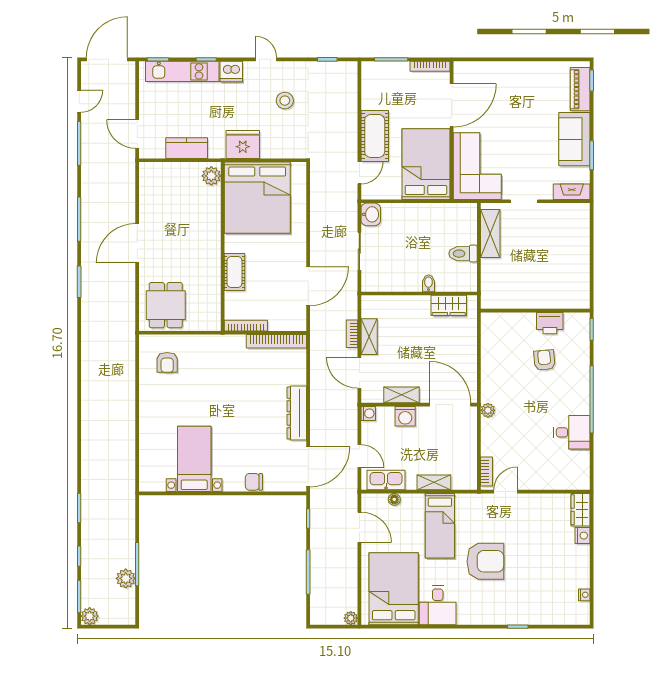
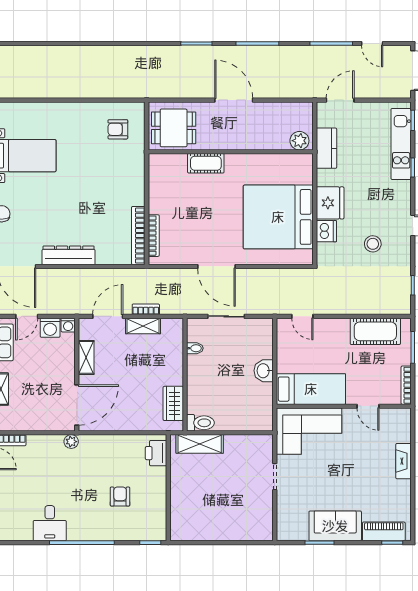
dishwasher: (231, 71) -> (326, 231), moved, turned 180
door: (452, 105) -> (368, 406), width x0.53
cot: (375, 136) -> (375, 331), moved
bed: (426, 164) -> (311, 389), width x0.67
plant: (211, 176) -> (299, 141), moved
fireplace: (572, 192) -> (404, 461), moved, turned 180
washbasin: (371, 214) -> (264, 371), moved, turned 90
shelving: (490, 234) -> (200, 444), moved
wall: (223, 247) -> (231, 152), moved
toilet: (463, 254) -> (200, 423), moved, turned 90
cot: (234, 272) -> (206, 163), moved
bidet: (429, 283) -> (195, 348), moved
door: (308, 286) -> (216, 266), moved
printer: (550, 323) -> (156, 453), moved
bookcase: (246, 326) -> (154, 236), moved
armchair: (544, 360) -> (120, 497), turned -85
washing machine: (405, 416) -> (50, 328), moved, turned -90

